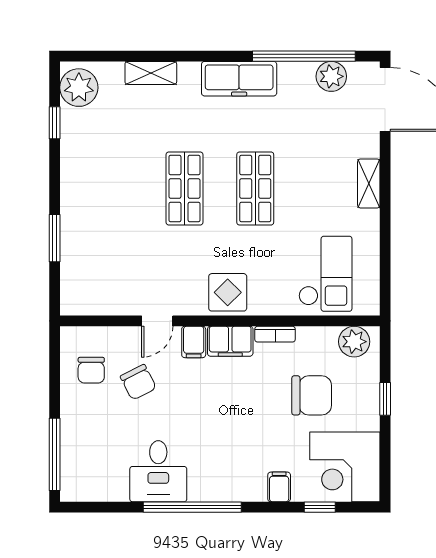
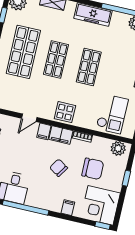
shop shelf: (114, 188) -> (23, 52), added
chair: (138, 382) -> (59, 168), moved, turned 150
window: (320, 507) -> (103, 225), moved

